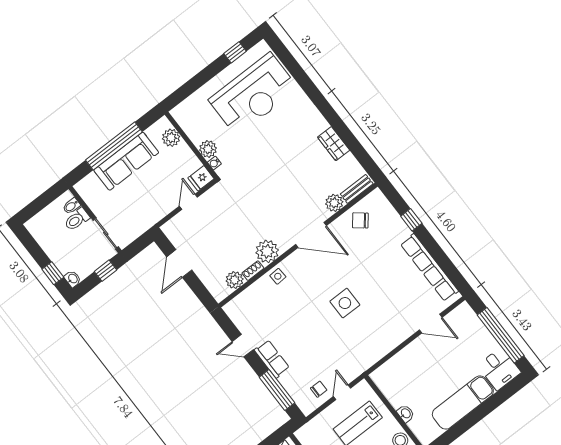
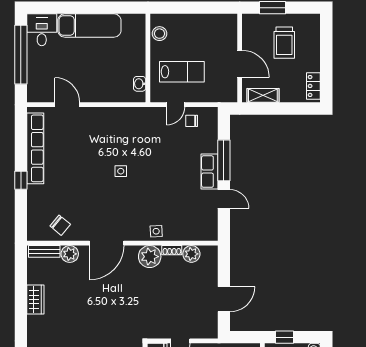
window: (411, 220) -> (21, 180), moved
door: (311, 235) -> (107, 243), swing flipped
side table: (345, 303) -> (121, 171), width x0.54, depth x0.54
window: (277, 390) -> (224, 160), moved
washbasin: (406, 414) -> (140, 84), moved

